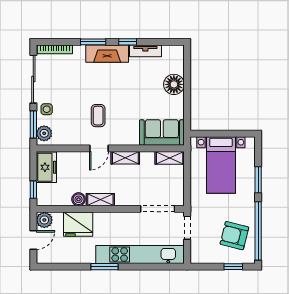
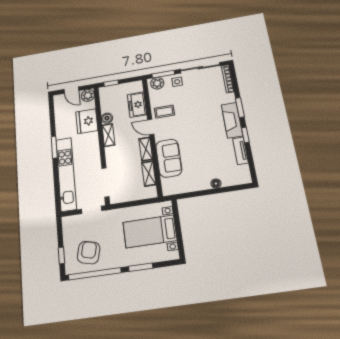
floor lamp: (174, 84) -> (216, 184), width x0.53, depth x0.53
coffee table: (98, 116) -> (164, 112), moved
sofa: (162, 133) -> (169, 158), moved
shelving: (170, 158) -> (149, 174), moved
freezer: (46, 167) -> (137, 105), moved, turned 90

